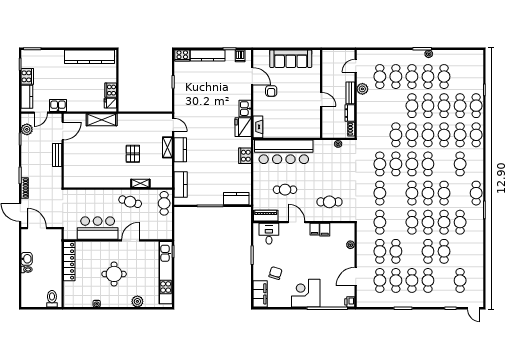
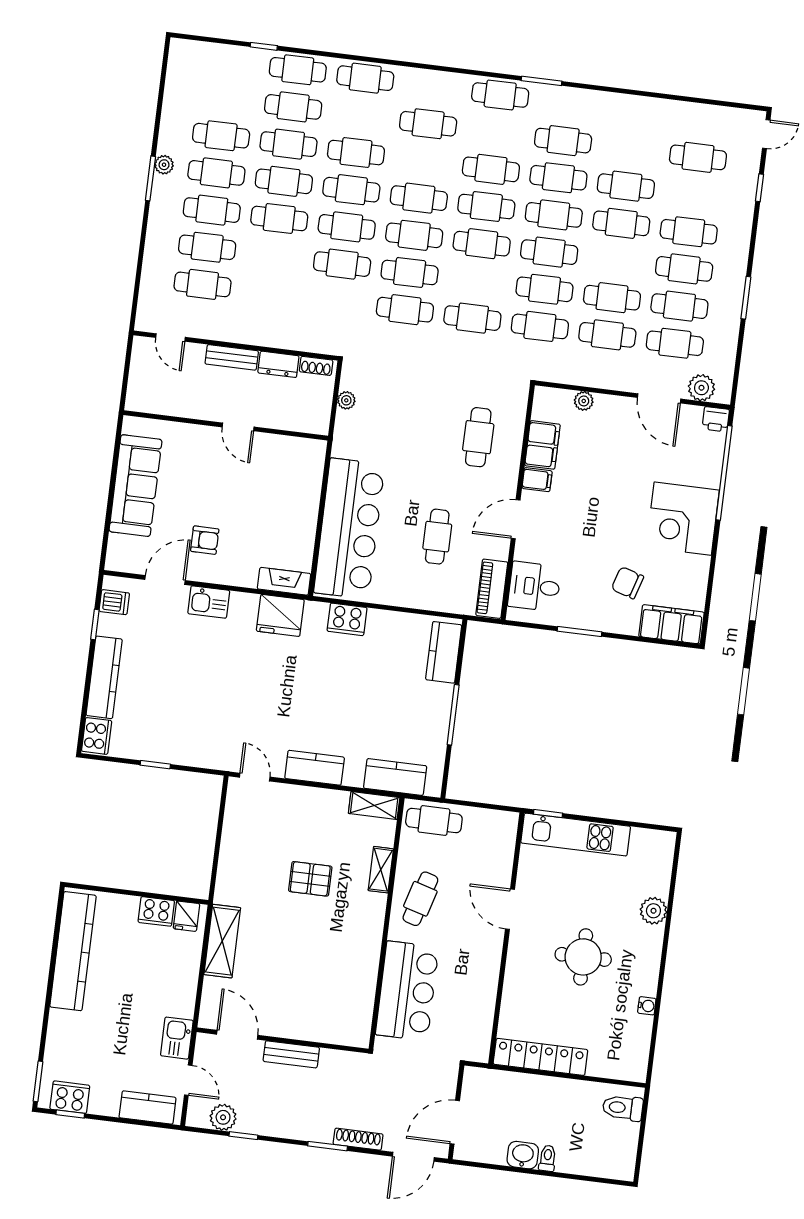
cooker: (27, 76) -> (70, 1097), moved
plant: (362, 89) -> (701, 388), moved
door: (321, 99) -> (238, 427), swing flipped
kitchen sink: (245, 109) -> (209, 602), moved
door: (173, 125) -> (255, 777), hinge flipped
cafe table: (460, 135) -> (545, 289), moved
shelving: (167, 147) -> (374, 805), moved
bar counter: (98, 228) -> (407, 991), moved, turned 180
filing cabinet: (325, 230) -> (542, 445), width x2.00
kitchen unit: (166, 273) -> (576, 835), width x0.73

